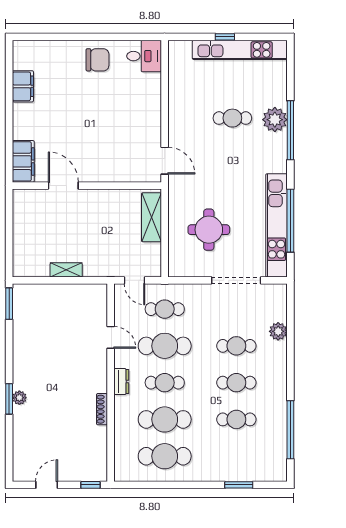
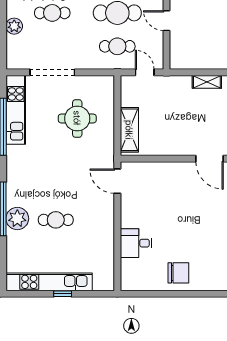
desk: (144, 56) -> (136, 243), moved
chair: (97, 60) -> (178, 273), turned 180
kitchen unit: (276, 225) -> (16, 110), width x0.73

